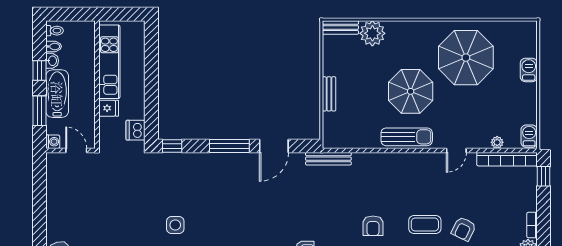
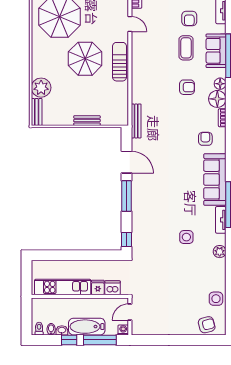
window: (39, 111) -> (100, 340), width x1.44
dishwasher: (136, 130) -> (113, 288), moved, turned 180
armchair: (464, 229) -> (189, 18), turned 64

